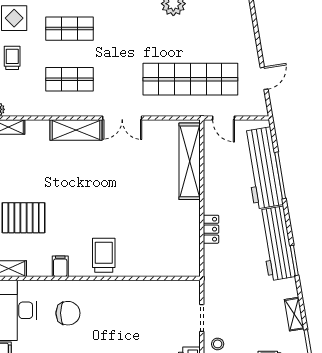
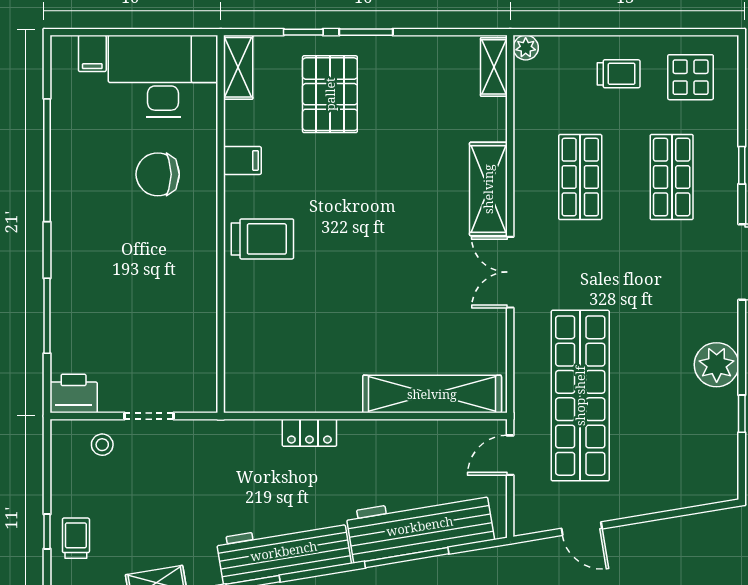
chair: (68, 313) -> (158, 174), turned 90

